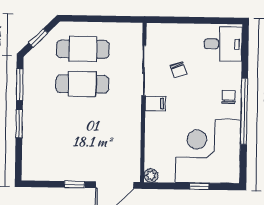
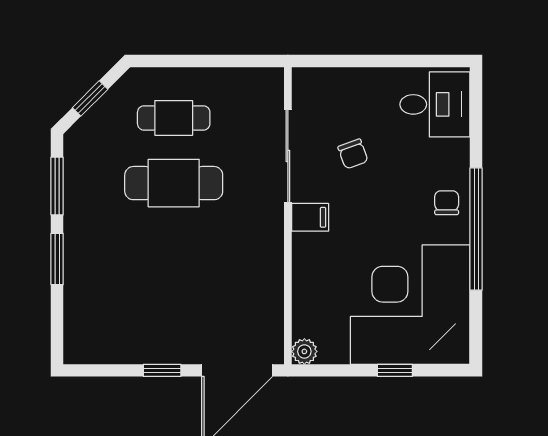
cafe table: (83, 49) -> (174, 118), width x0.73, depth x0.74

